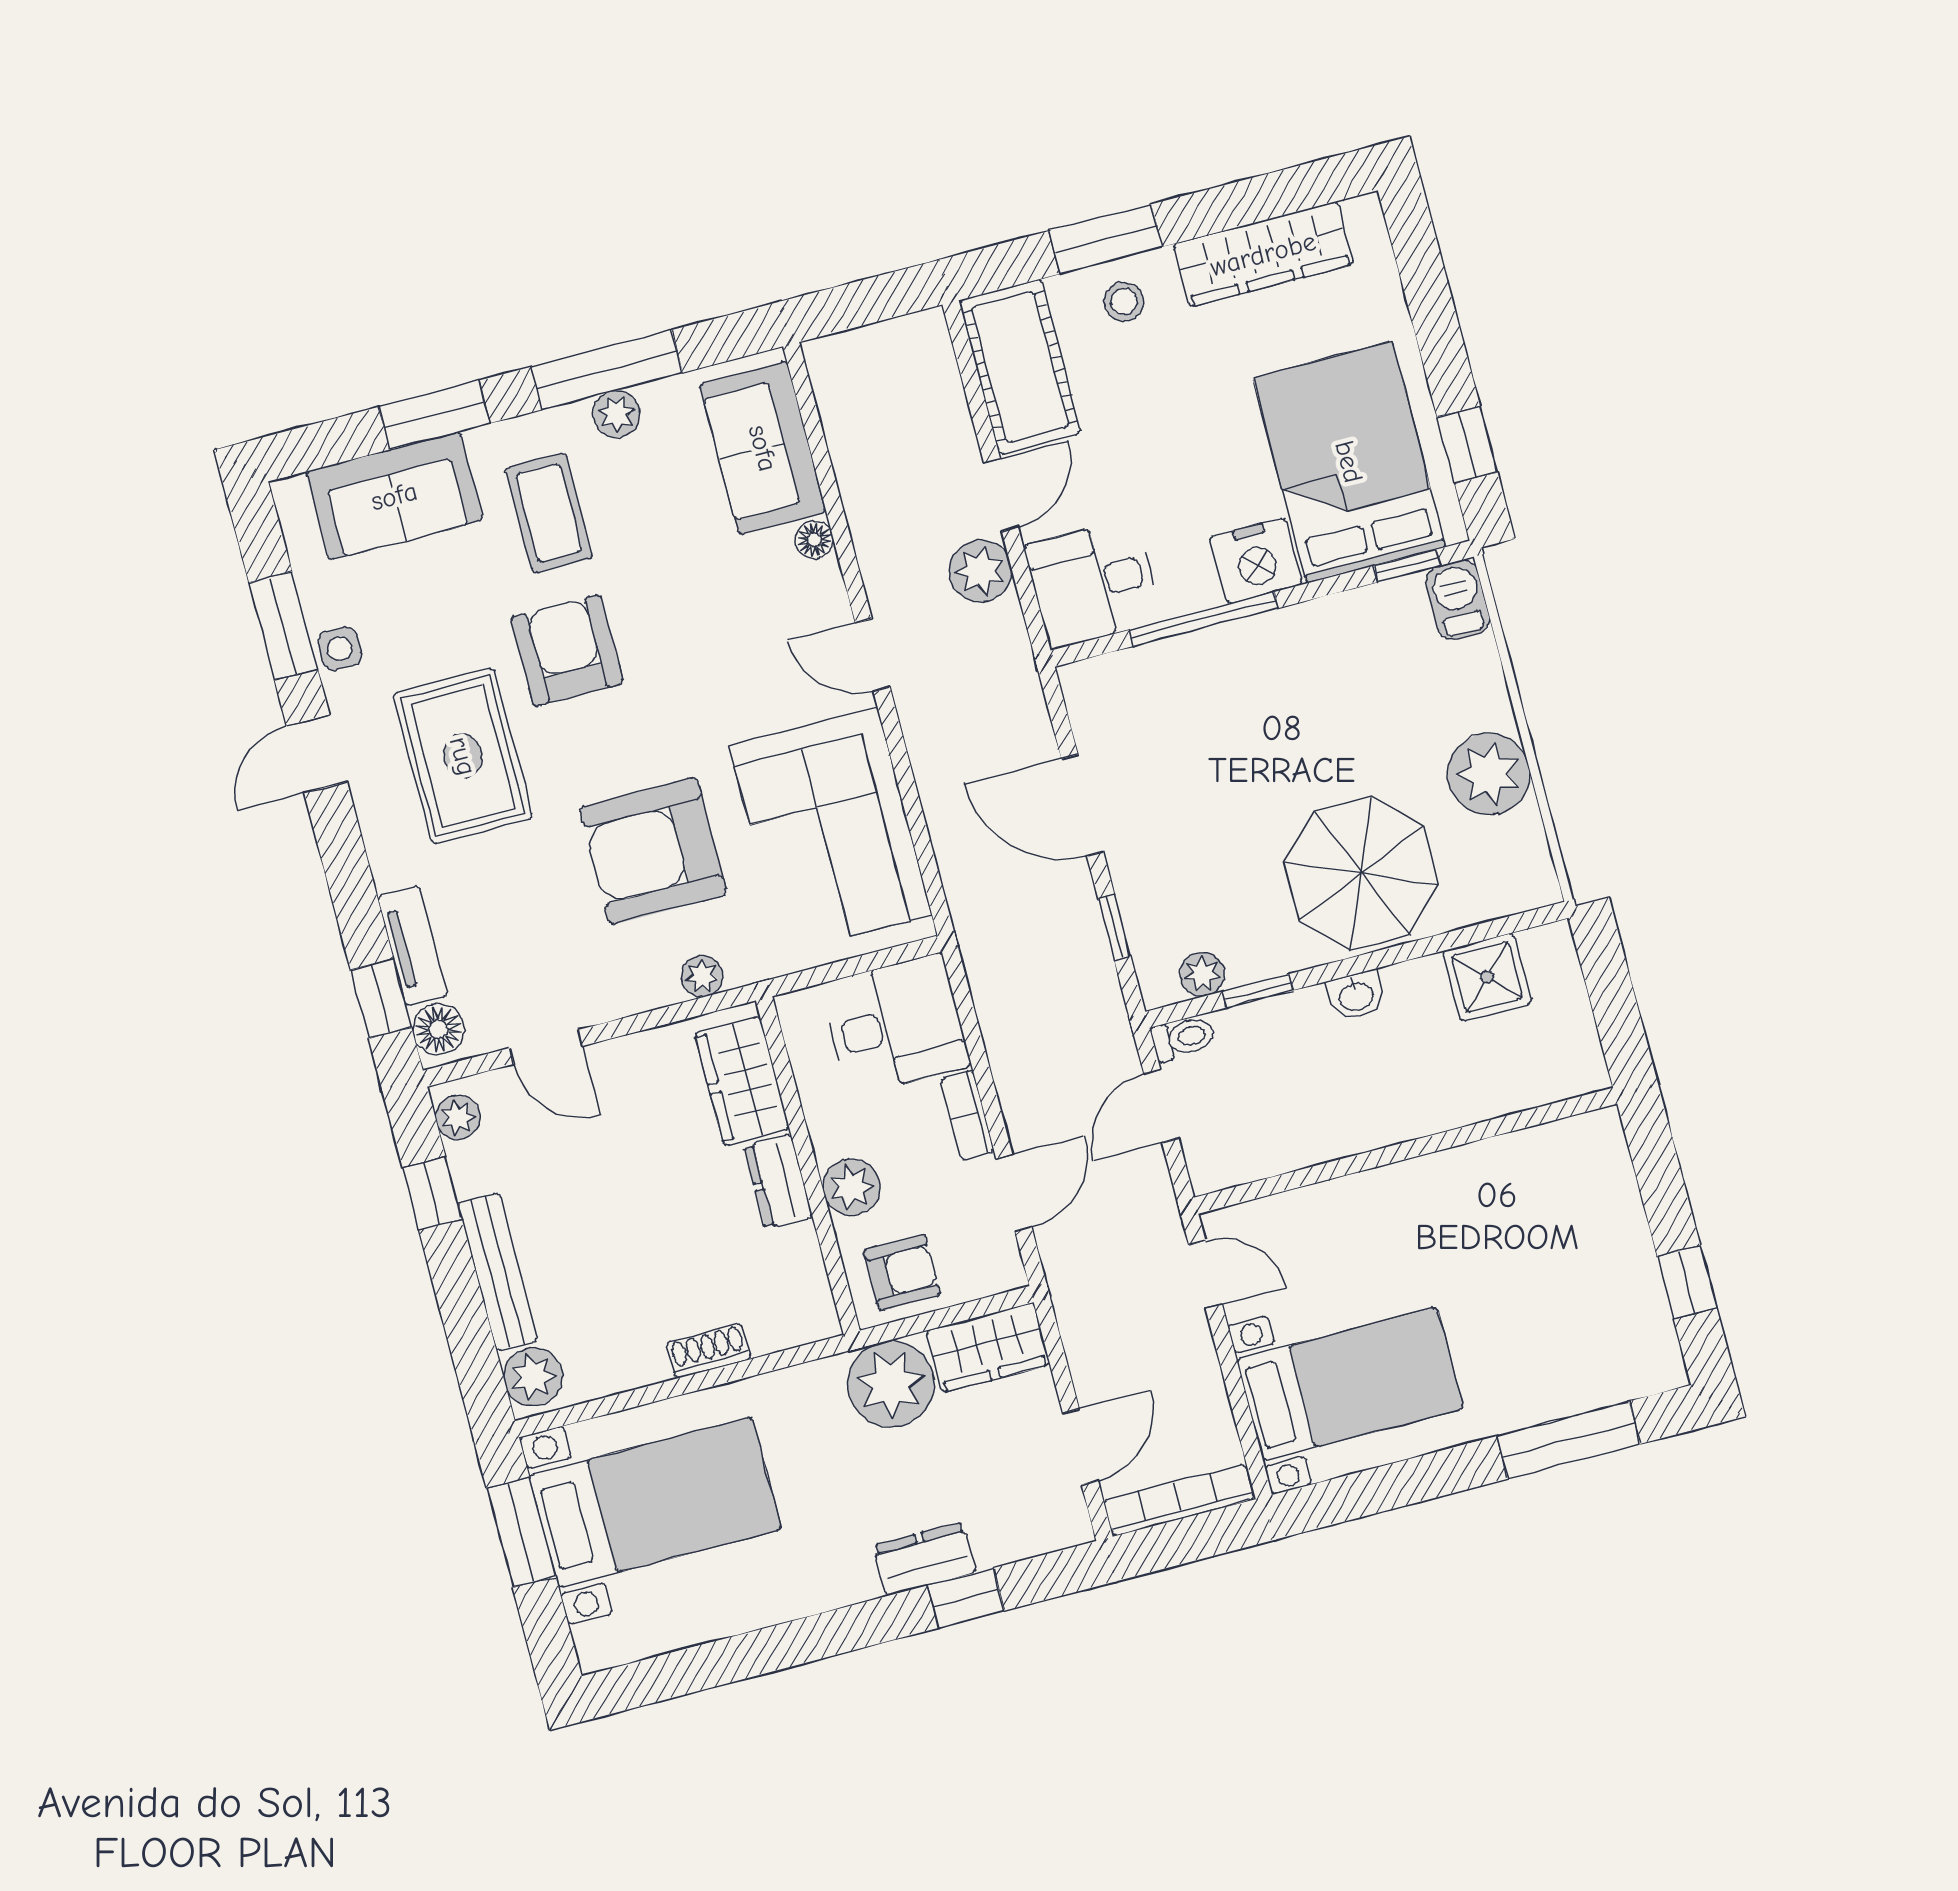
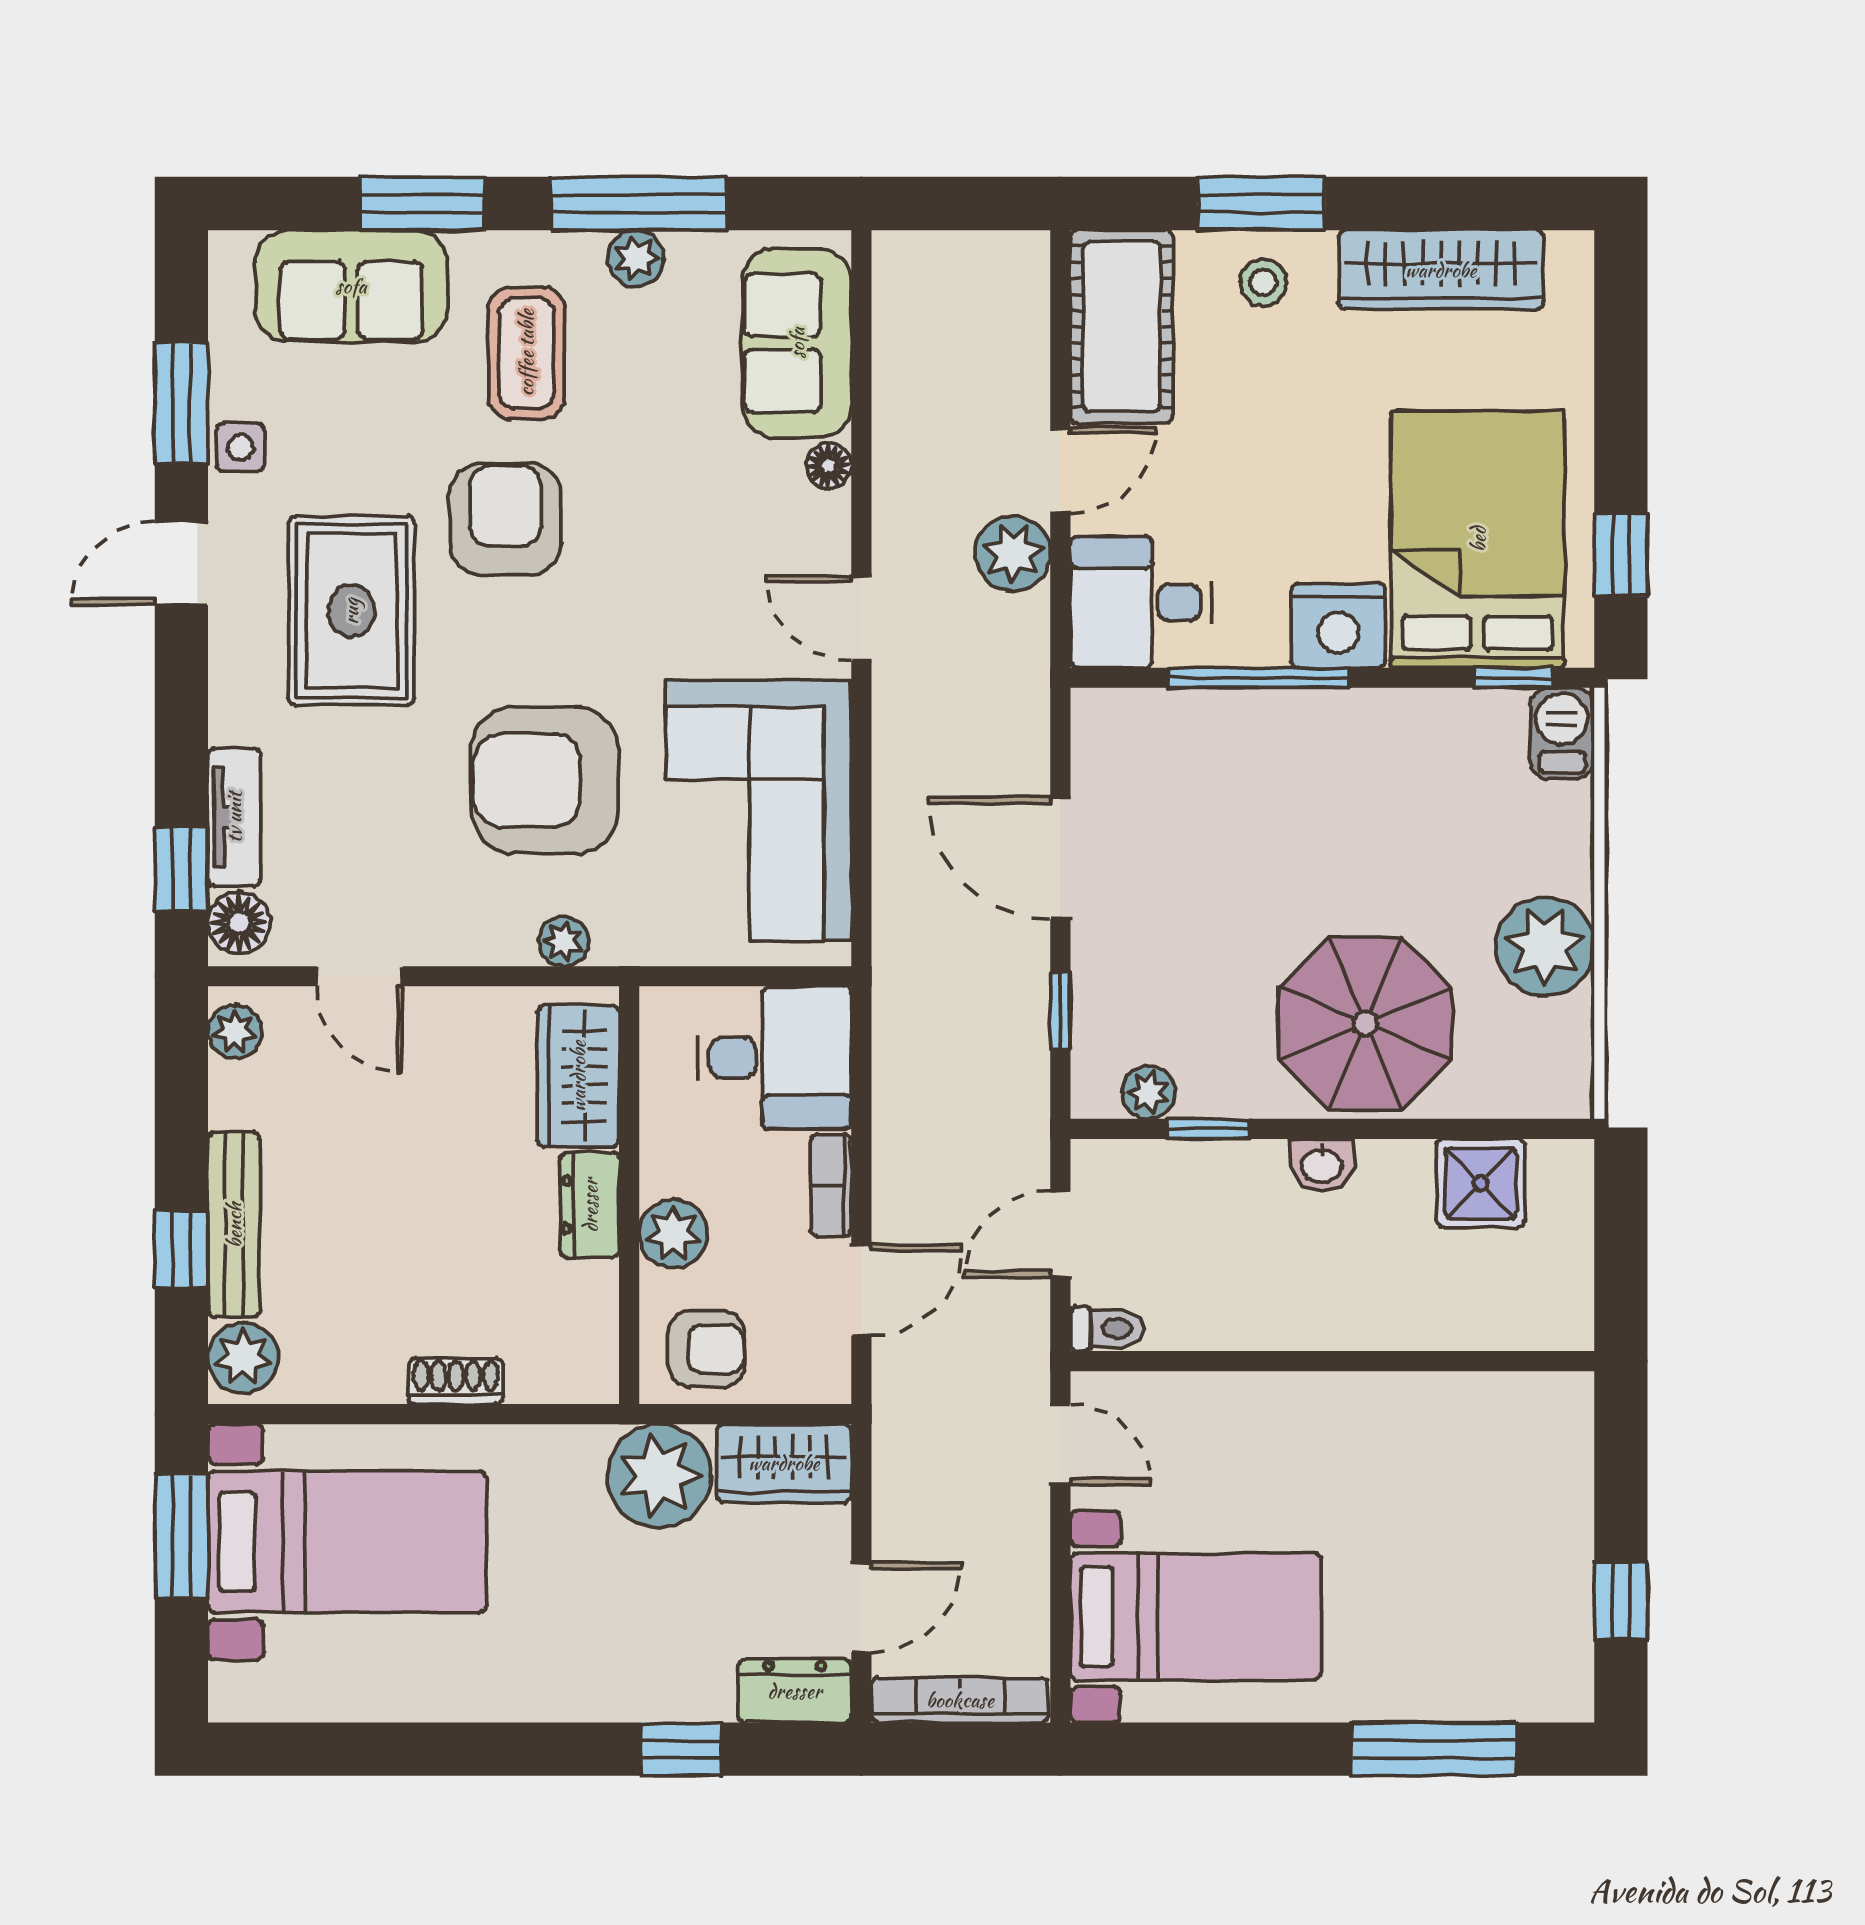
toilet: (1183, 1038) -> (1107, 1329), moved
window: (432, 1193) -> (181, 1250), moved
dresser: (925, 1559) -> (795, 1691), moved

